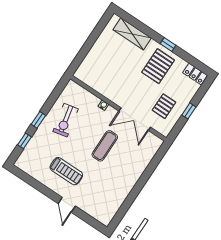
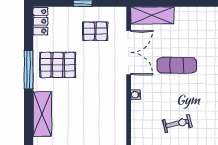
window: (168, 45) -> (29, 70), width x2.17
exercise bike: (66, 120) -> (177, 123), width x0.73, depth x0.72
shelving: (149, 152) -> (152, 15), added

